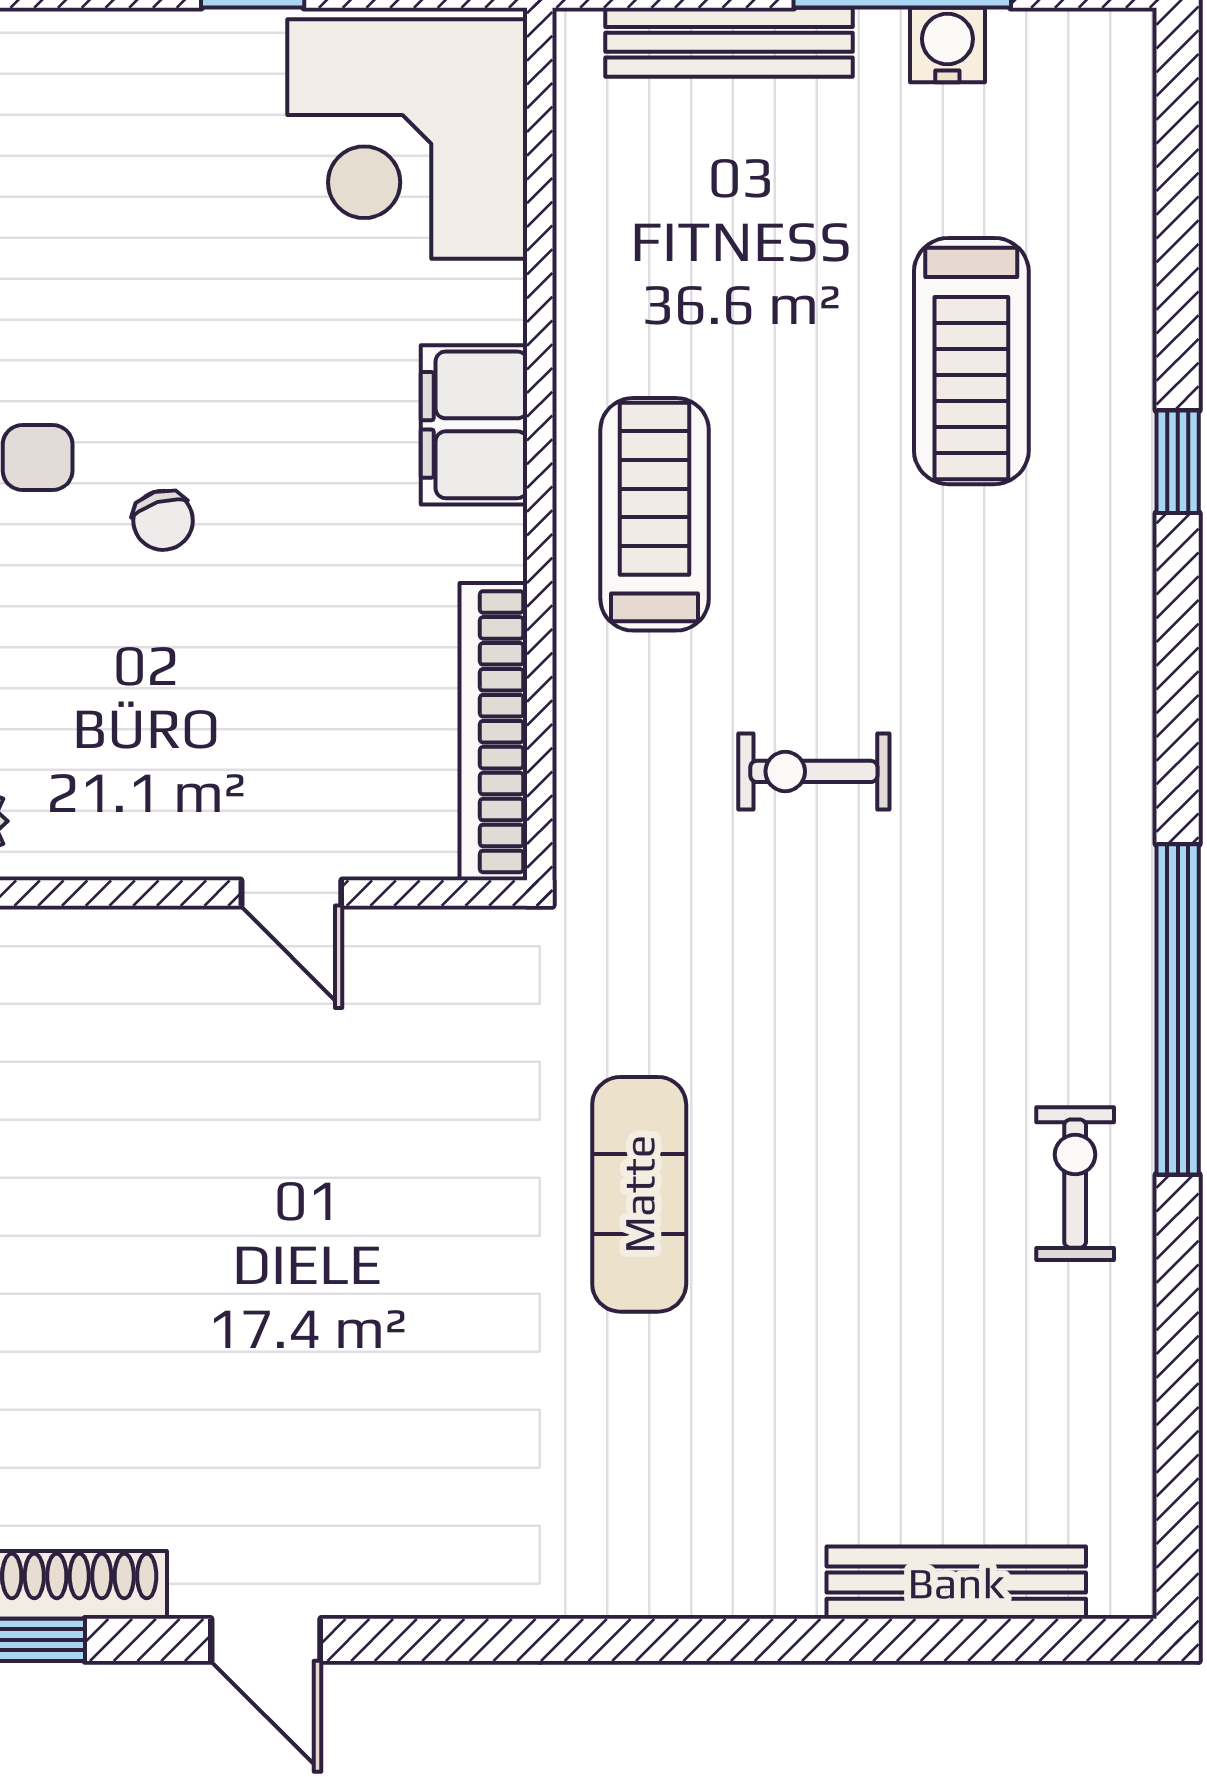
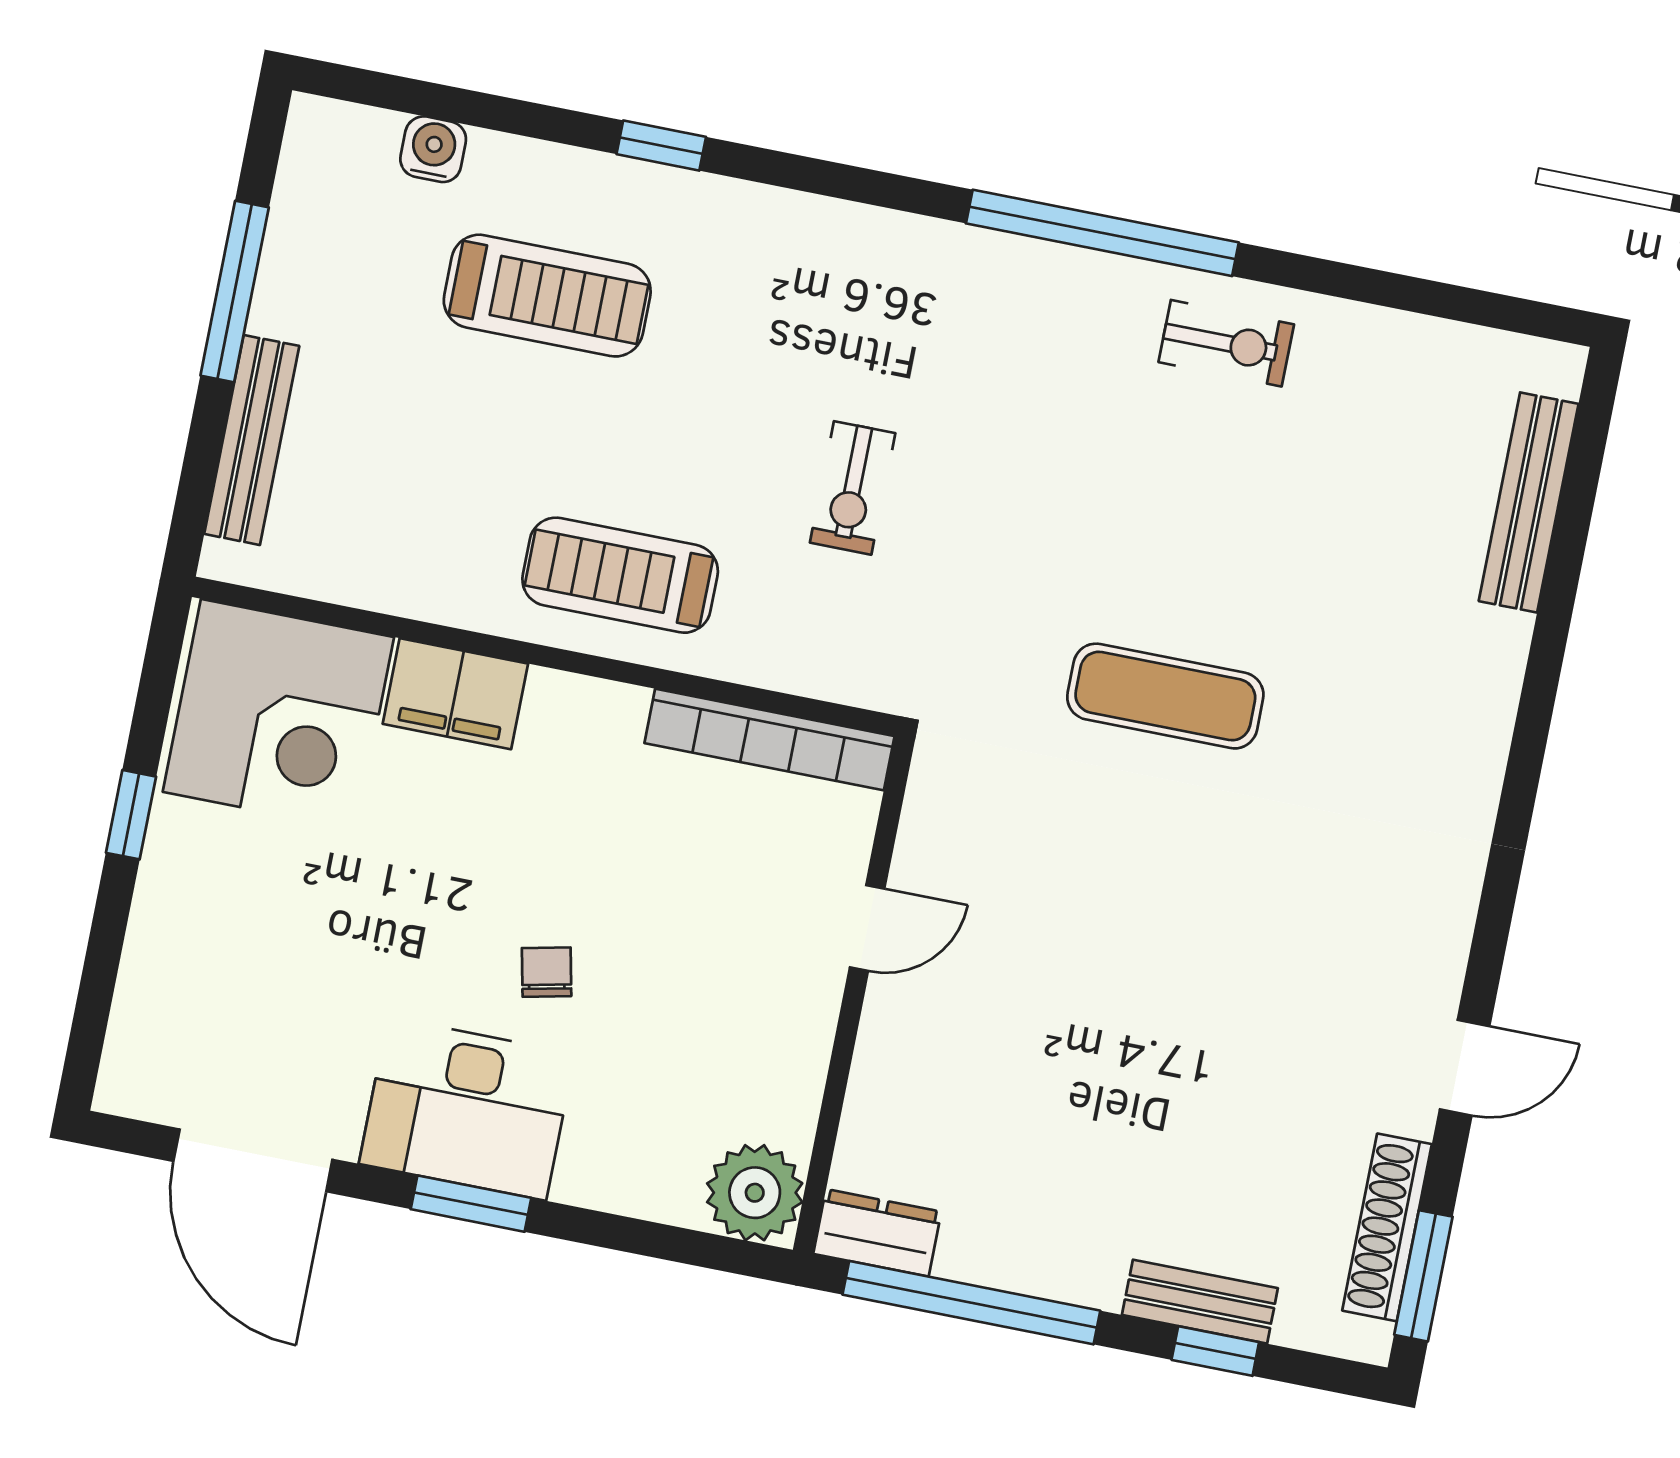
water cooler: (947, 45) -> (433, 149), moved, turned 90
filing cabinet: (474, 425) -> (455, 694), moved
chair: (163, 520) -> (547, 972), turned -85
exercise bike: (1075, 1184) -> (1226, 343), turned 180

